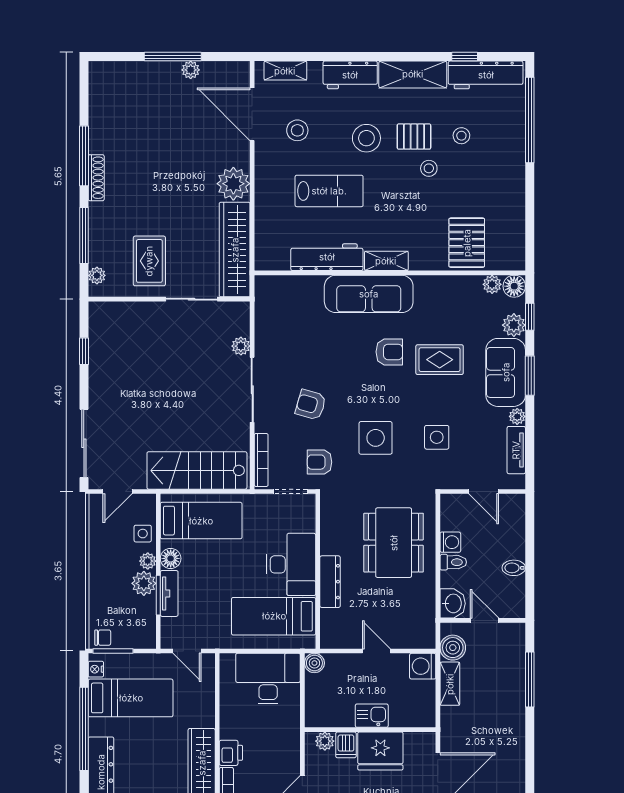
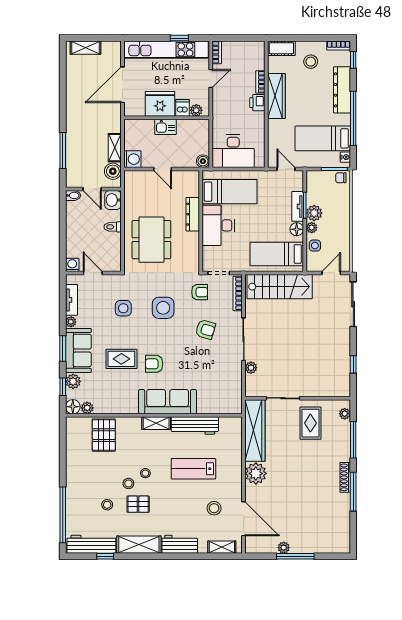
stool: (366, 138) -> (145, 473), moved, width x0.53, depth x0.53
washing machine: (450, 542) -> (72, 265), moved, turned 90
bidet: (514, 568) -> (73, 195), moved

